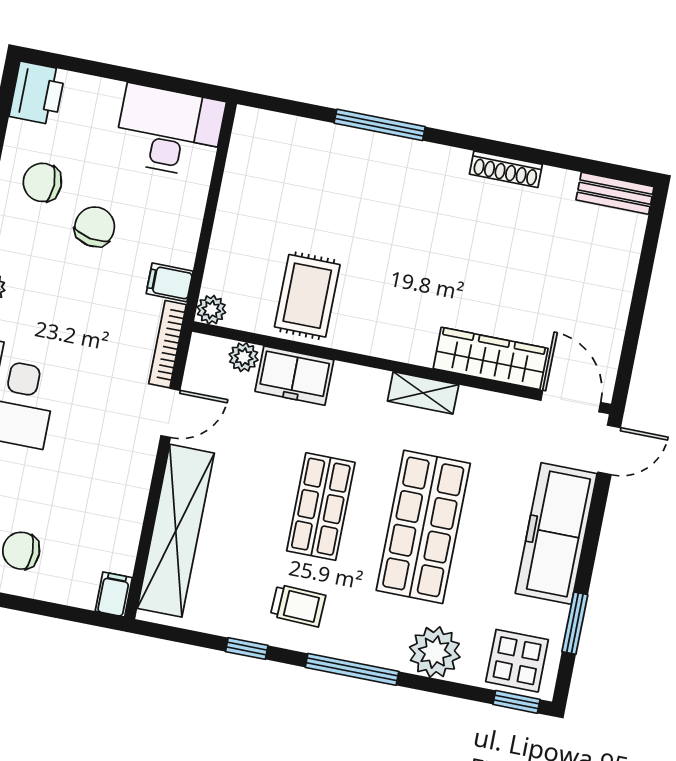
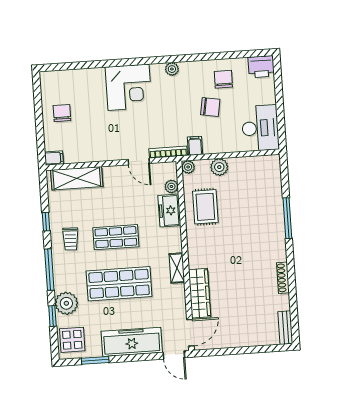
plant: (230, 242) -> (219, 167), added
rug: (307, 296) -> (205, 207), turned 90
shelving: (176, 531) -> (77, 178), width x0.68
window: (516, 702) -> (52, 316), moved

